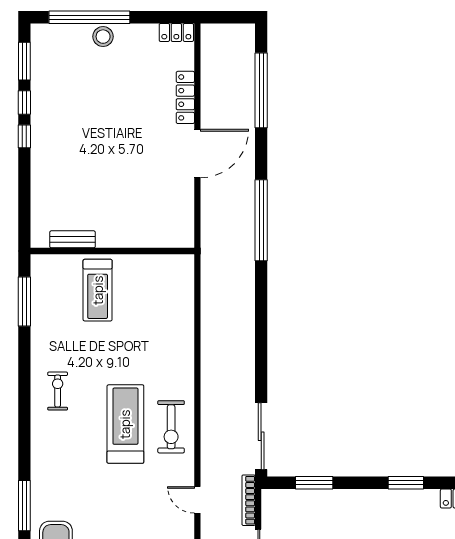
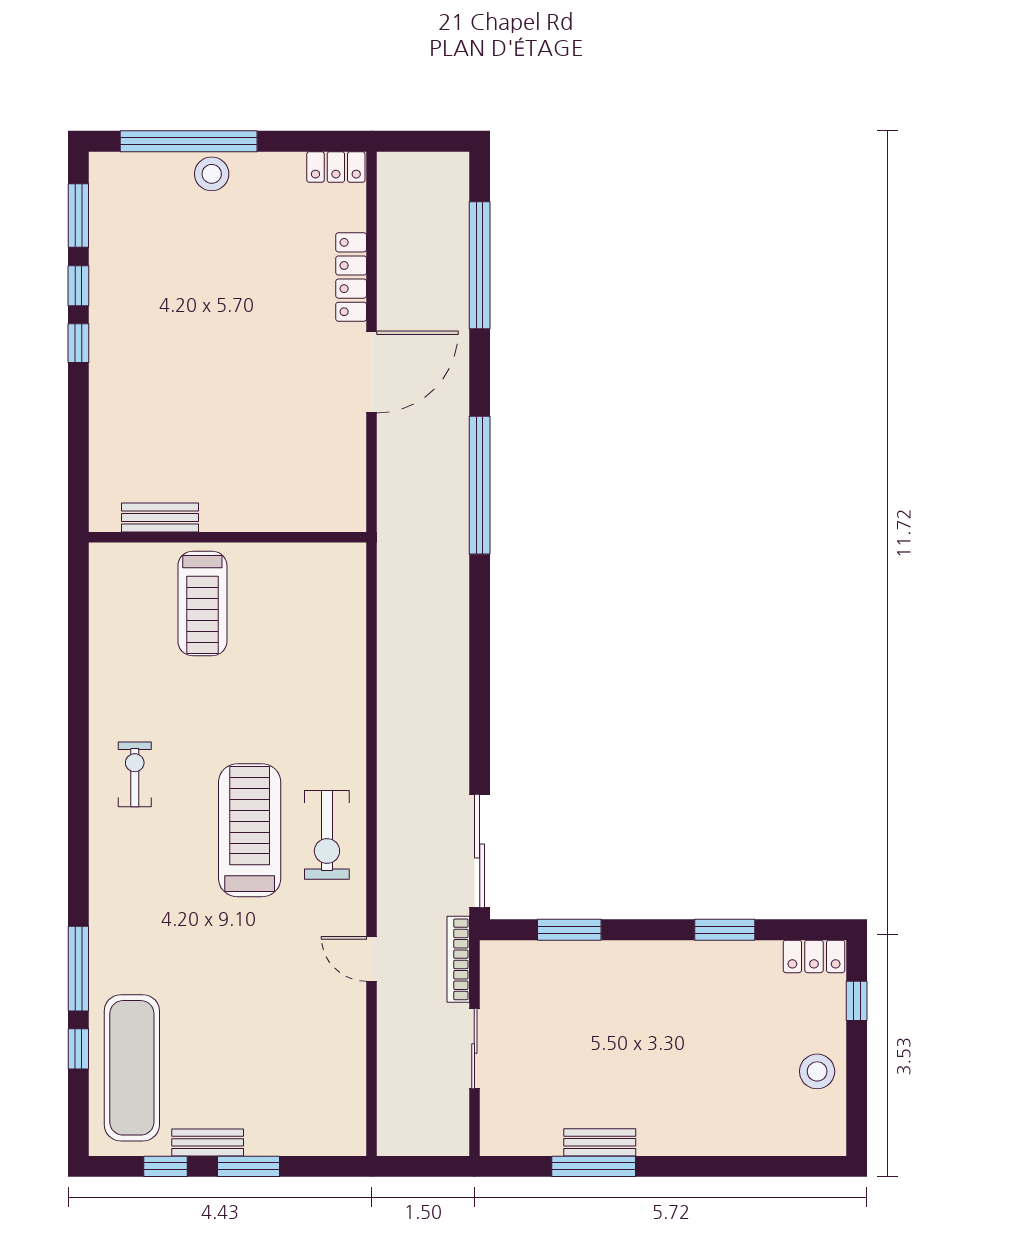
window: (24, 301) -> (78, 623), removed

